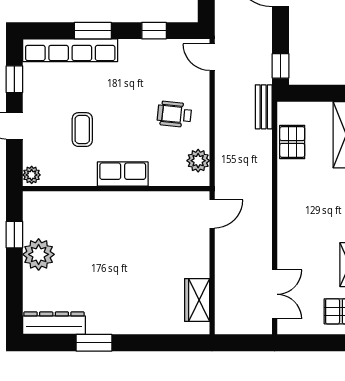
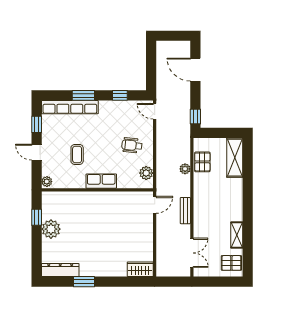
bench: (264, 107) -> (185, 211), moved
plant: (263, 154) -> (185, 169), added
wardrobe: (197, 300) -> (140, 269), moved, turned 90

